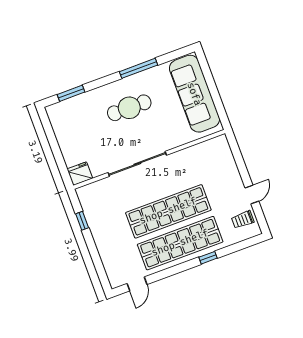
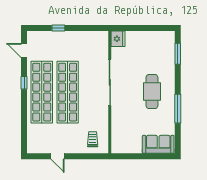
sofa: (194, 94) -> (158, 144), width x0.54, depth x0.79
trolley: (243, 220) -> (93, 139), moved
window: (82, 221) -> (58, 28), moved
window: (208, 258) -> (24, 83), moved

